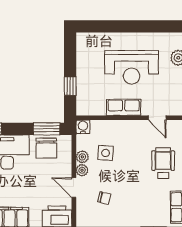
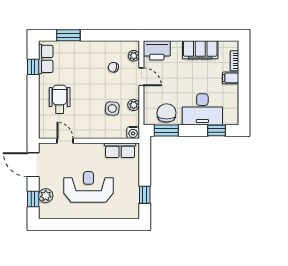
window: (70, 86) -> (145, 195), moved
row of seats: (124, 107) -> (120, 150), moved
wheelchair: (163, 163) -> (60, 99), turned 180
plant: (82, 170) -> (134, 56), moved

